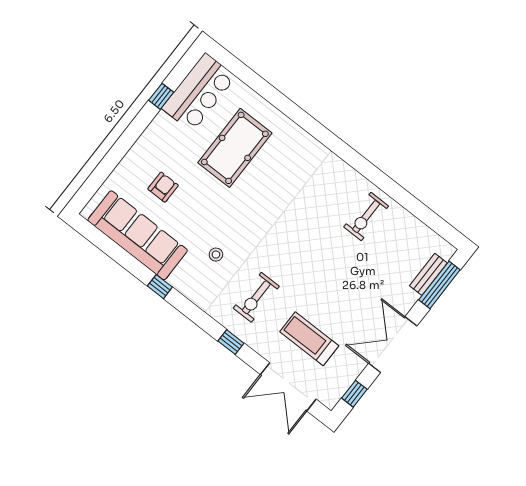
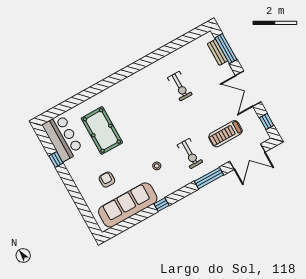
exercise bike: (366, 217) -> (180, 86), moved
window: (231, 342) -> (209, 178), width x2.17

